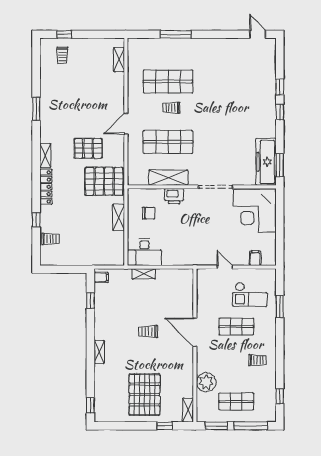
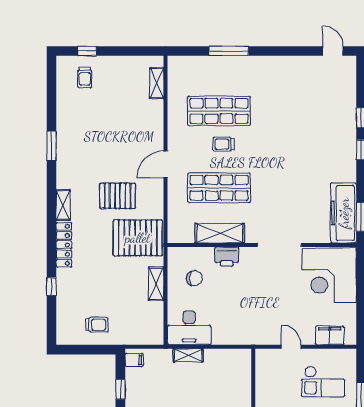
trolley: (51, 239) -> (97, 325), moved
filing cabinet: (255, 258) -> (330, 335), width x2.00

